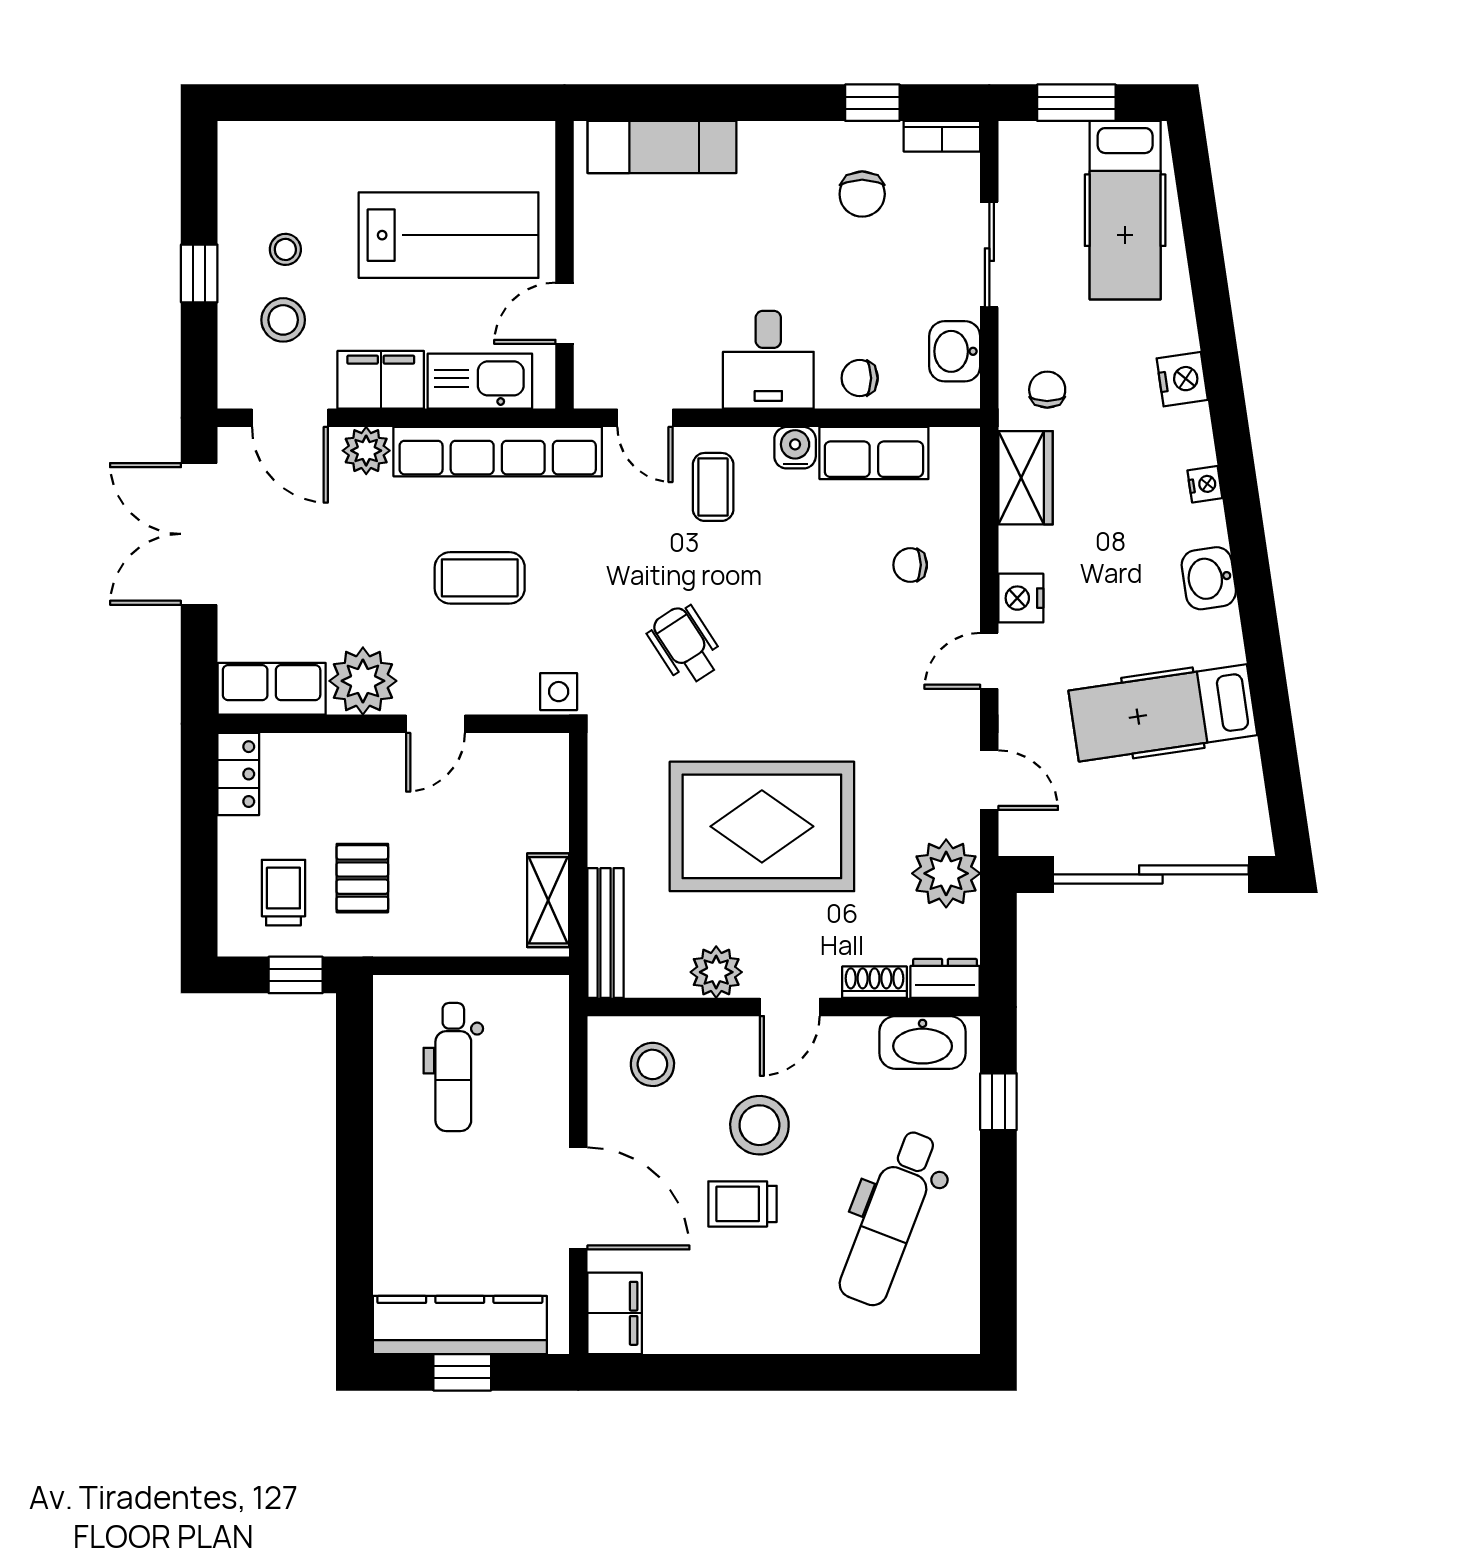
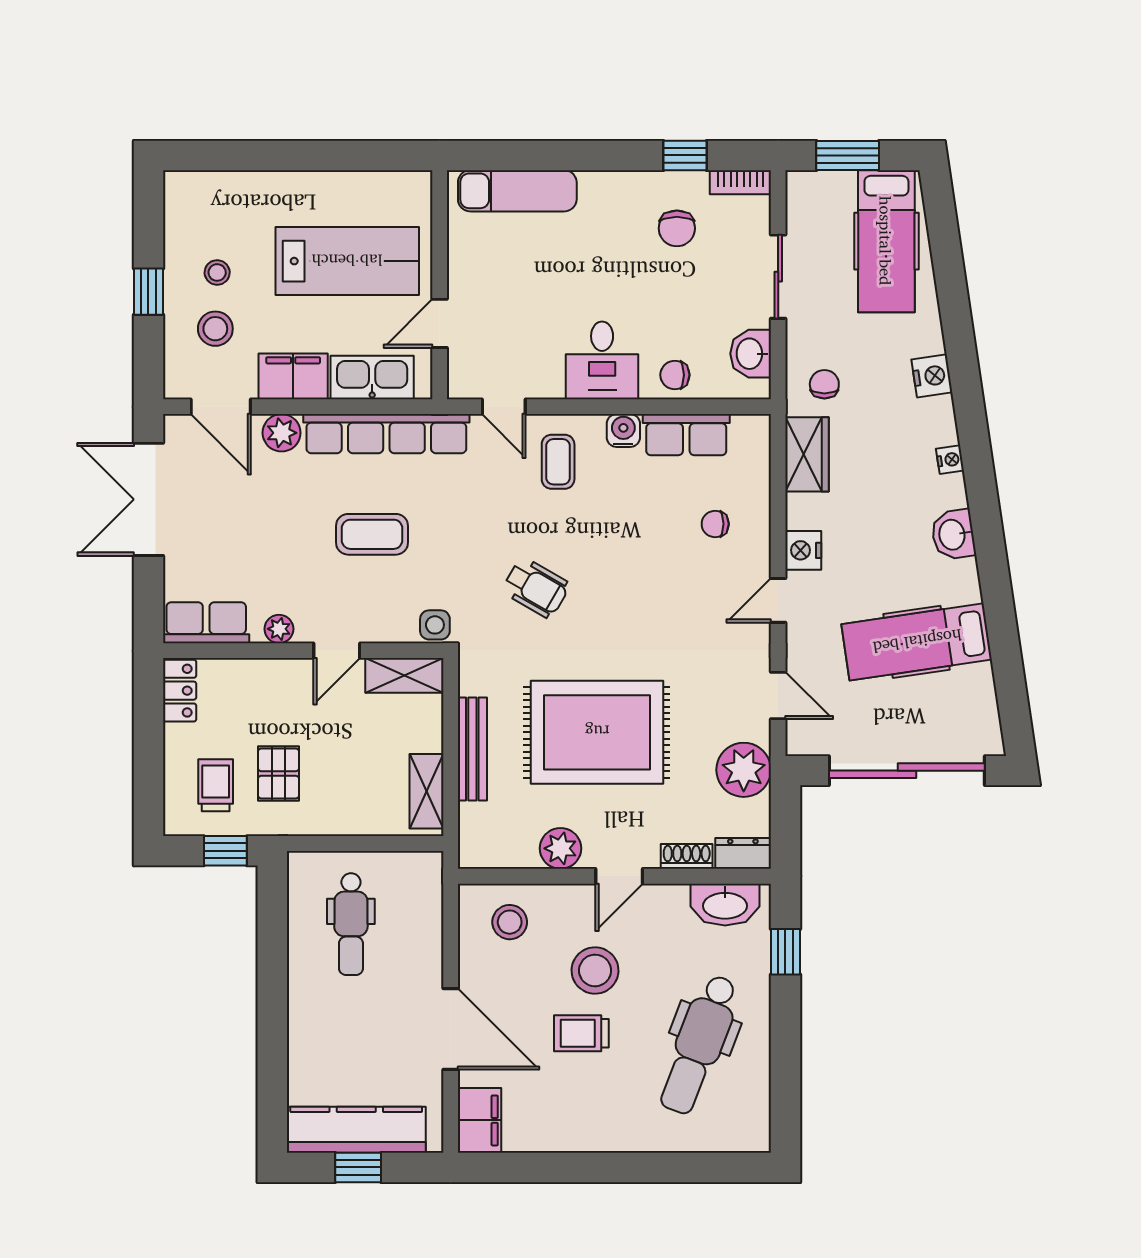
wheelchair: (685, 645) -> (536, 588), turned 153
plant: (363, 681) -> (279, 629), width x0.53, depth x0.53
shelving: (520, 755) -> (404, 675), added
bench: (606, 933) -> (472, 749), moved

